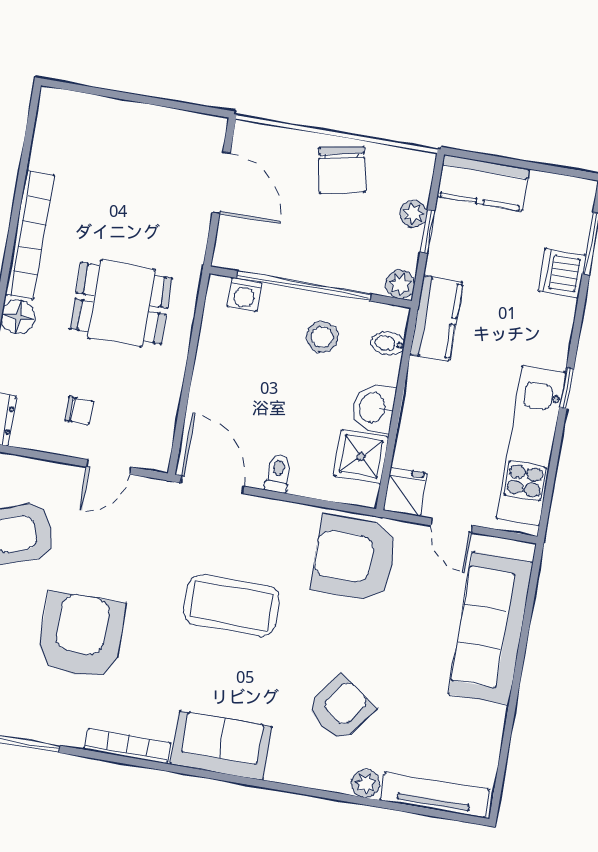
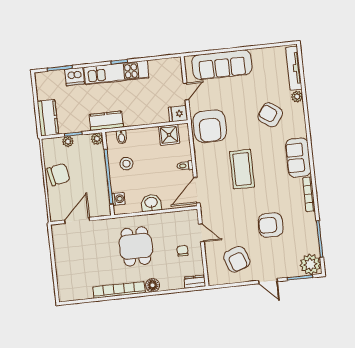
washbasin: (373, 408) -> (151, 203), moved, turned 180
kitchen unit: (531, 445) -> (116, 73), moved
armchair: (81, 635) -> (271, 225), width x0.73, depth x0.73

